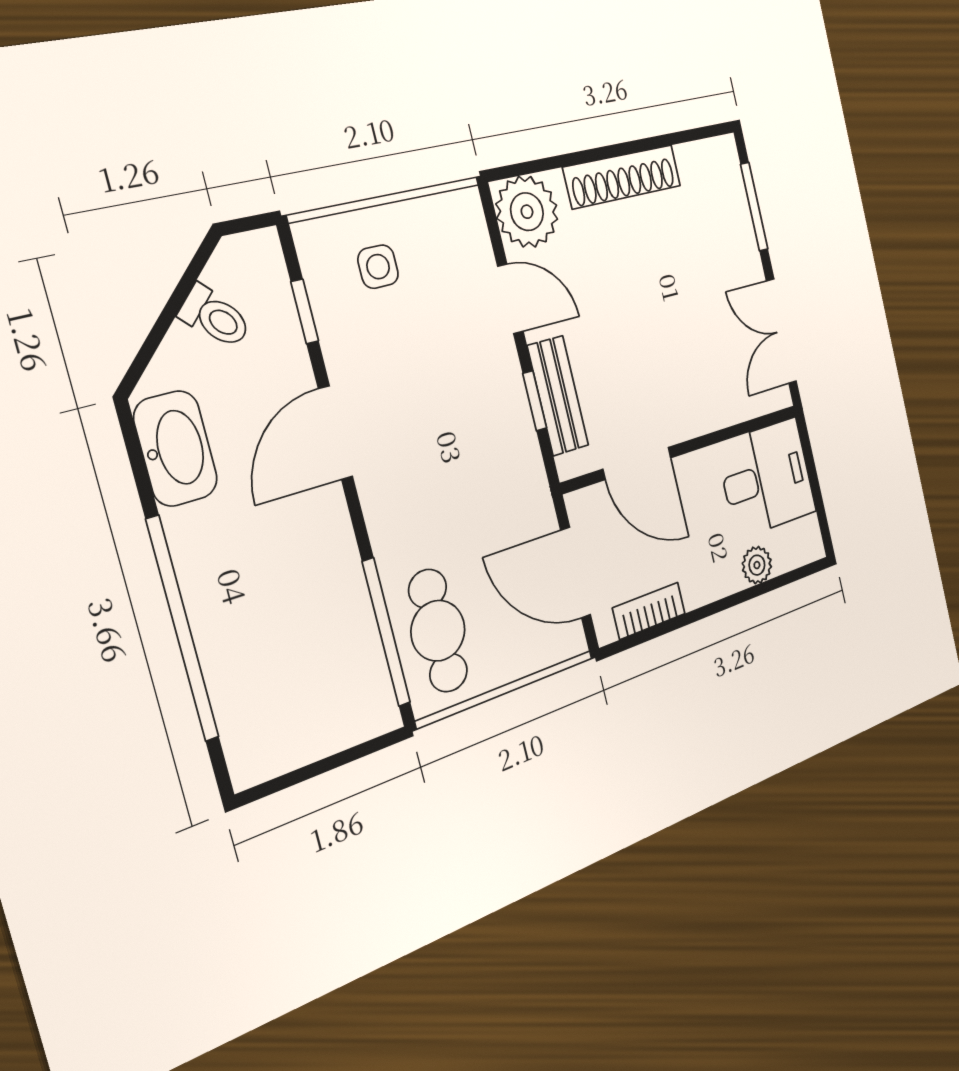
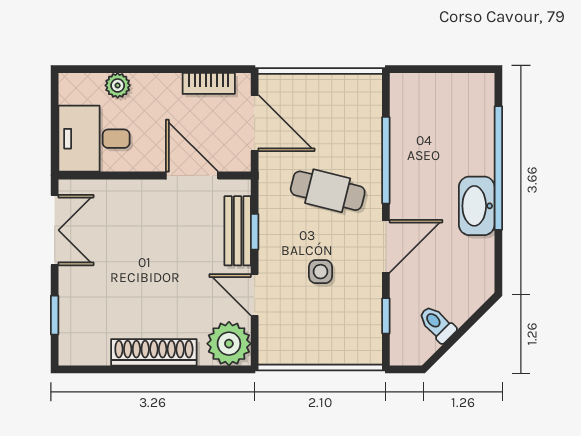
window: (754, 207) -> (55, 315), width x0.67
side table: (378, 267) -> (320, 272), moved
washbasin: (176, 448) -> (477, 206), moved
cafe table: (438, 631) -> (328, 191), moved, turned -76
window: (386, 632) -> (386, 160), moved

